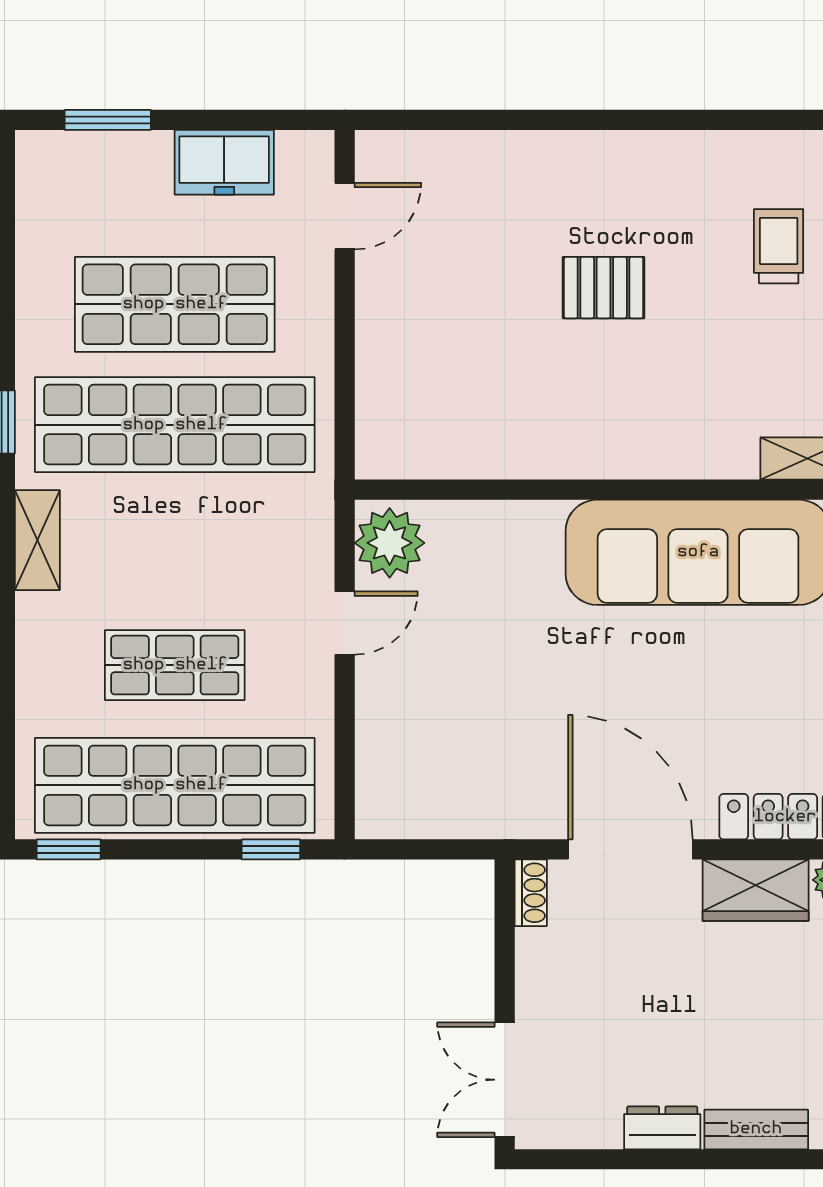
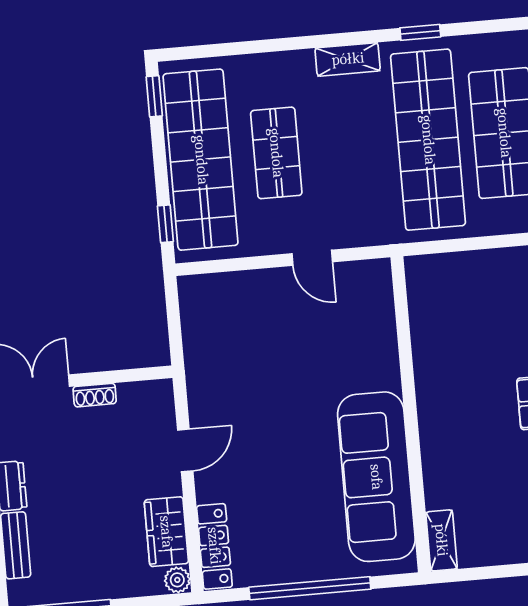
plant: (390, 543) -> (365, 282), removed
door: (630, 849) -> (185, 450), width x0.53
shoe rack: (531, 893) -> (95, 395), moved

